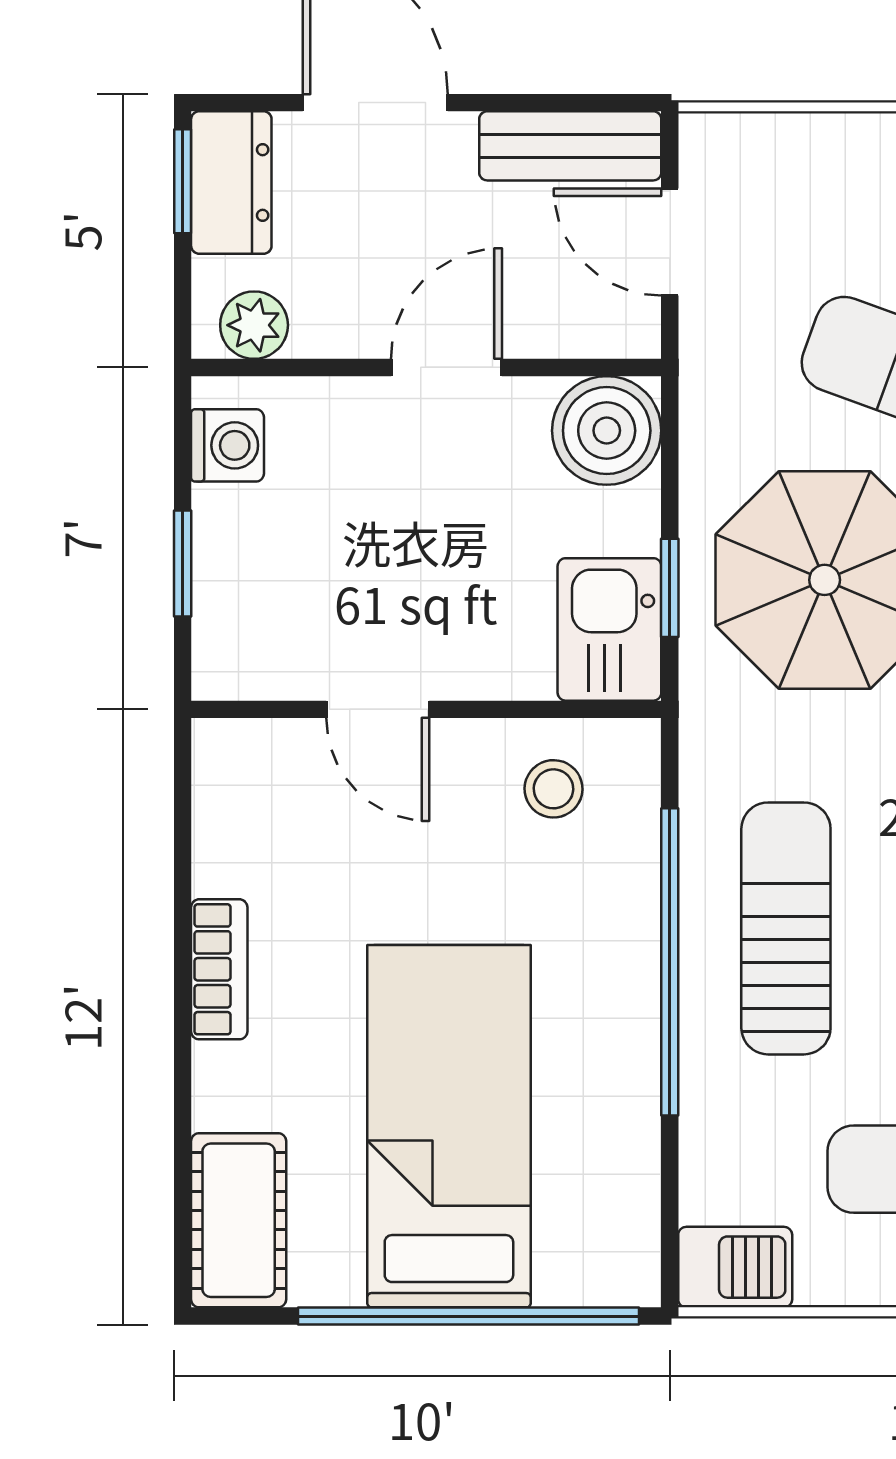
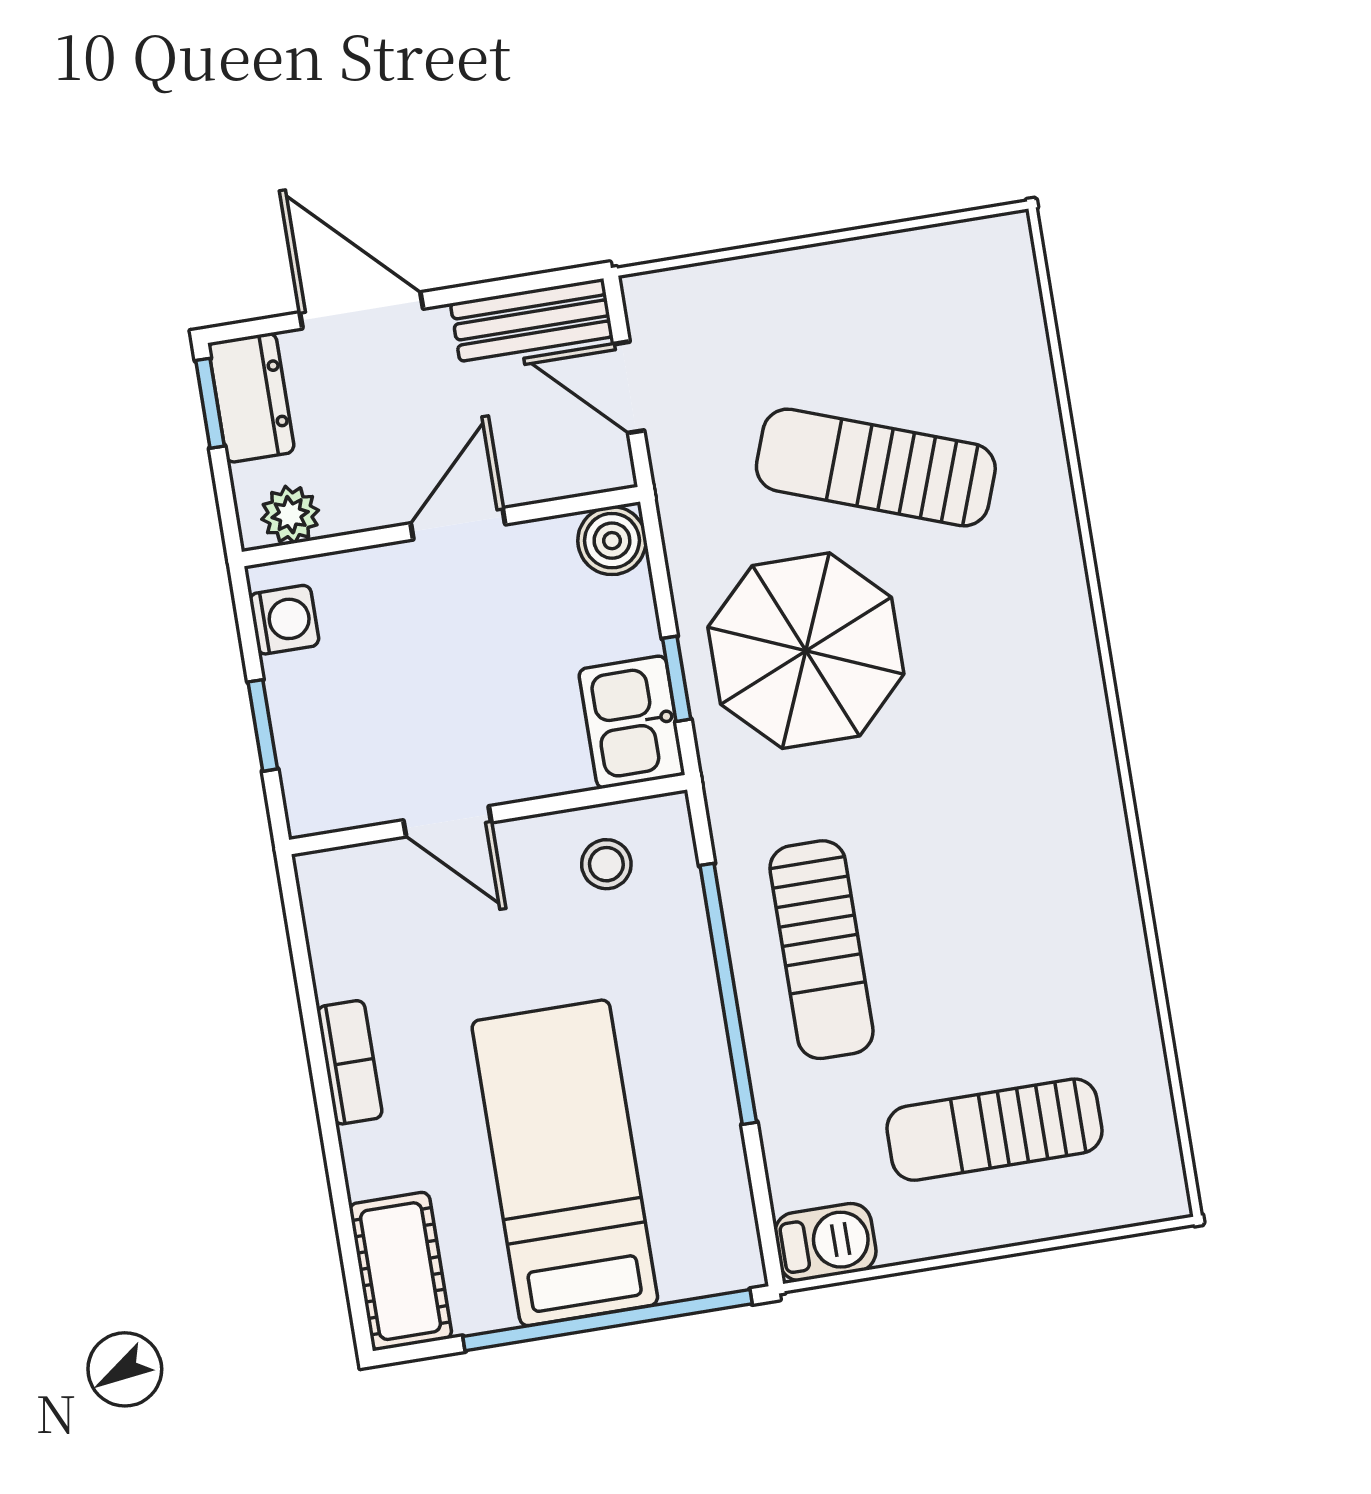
boiler: (607, 431) -> (612, 541), width x0.73, depth x0.73
sun lounger: (786, 928) -> (822, 950), turned 180

